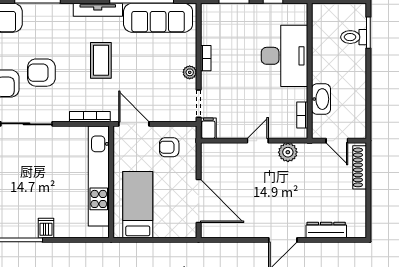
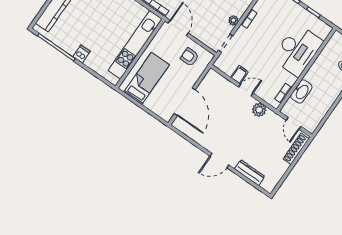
filing cabinet: (208, 128) -> (239, 75), moved

